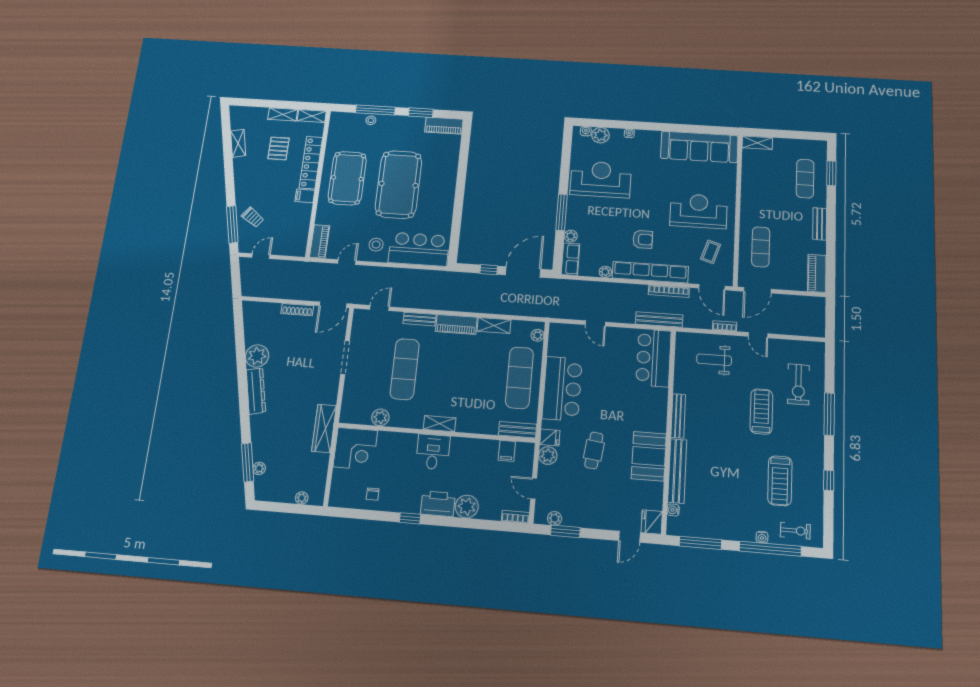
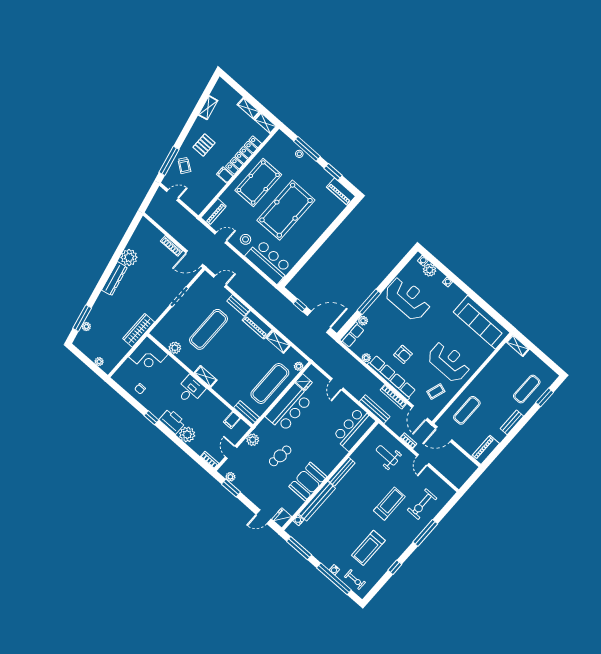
pallet: (279, 148) -> (204, 145), moved
fridge: (550, 438) -> (304, 382), moved

